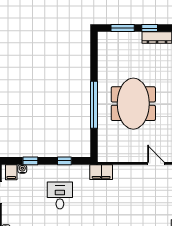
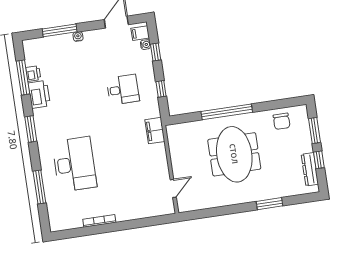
chair: (110, 57) -> (282, 121), added
meeting table: (133, 104) -> (234, 154), turned 90

